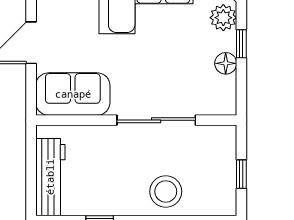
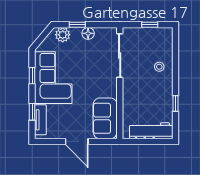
sliding door: (156, 120) -> (120, 55), moved
stool: (166, 191) -> (159, 67), width x0.53, depth x0.53

